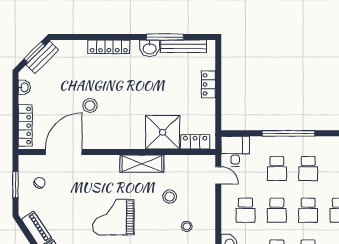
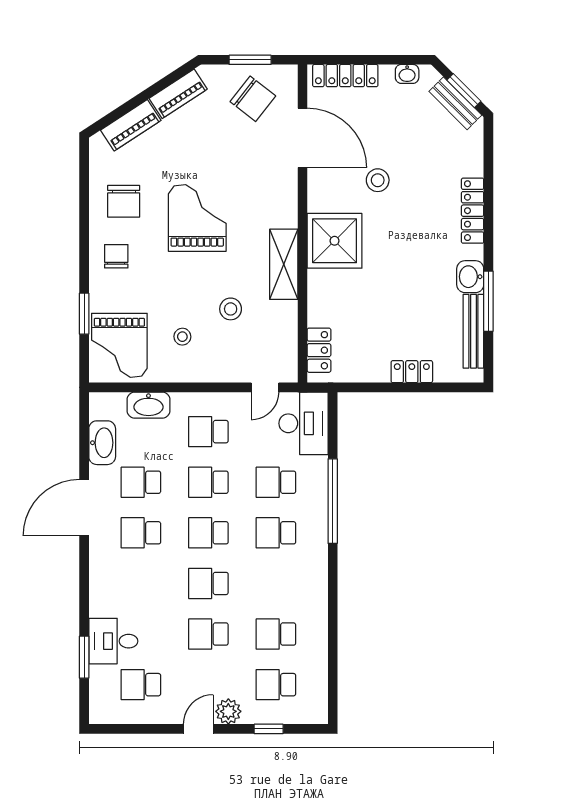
shower: (163, 132) -> (335, 241), moved
desk: (235, 151) -> (304, 423), width x1.37
chair: (40, 183) -> (253, 99), width x1.87, depth x1.87

